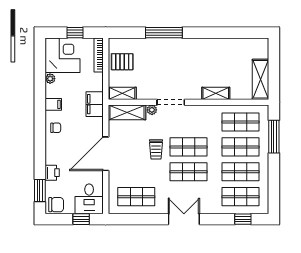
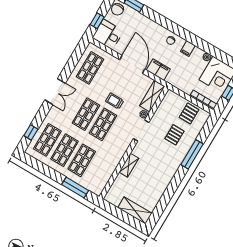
pallet: (154, 64) -> (174, 135), added
shelving: (260, 79) -> (135, 210), moved
shelving: (122, 93) -> (167, 101), removed
filing cabinet: (95, 104) -> (158, 70), moved
shop shelf: (241, 122) -> (99, 170), removed
printer: (52, 173) -> (141, 20), removed

